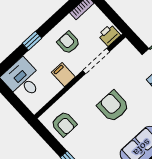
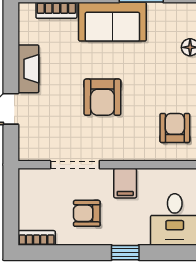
printer: (109, 35) -> (34, 180), removed
armchair: (68, 43) -> (87, 213), turned 90

